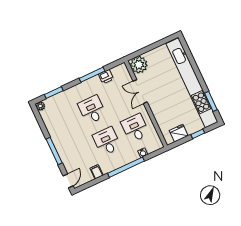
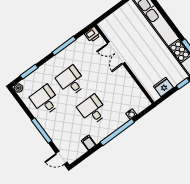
plant: (139, 65) -> (109, 26), removed
printer: (106, 77) -> (93, 34), moved
desk: (135, 128) -> (45, 100), moved
door: (68, 181) -> (62, 158), swing flipped

